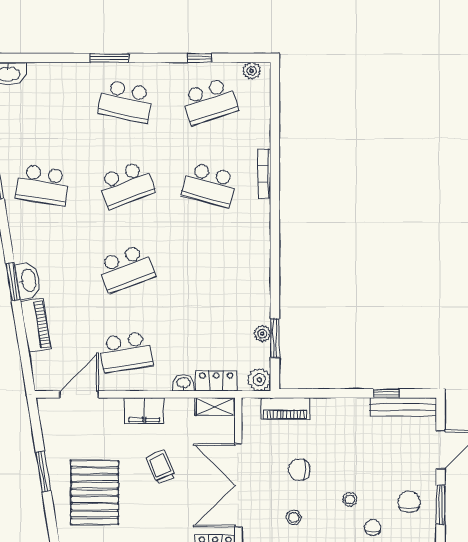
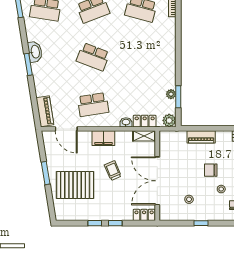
school desk: (126, 268) -> (93, 57), turned 42
washbasin: (28, 280) -> (35, 52), moved
piano: (36, 325) -> (45, 111), moved
door: (79, 394) -> (66, 129), swing flipped
piano: (285, 408) -> (201, 137), moved
chair: (299, 470) -> (211, 170), moved
pallet: (95, 492) -> (75, 185), turned 90

